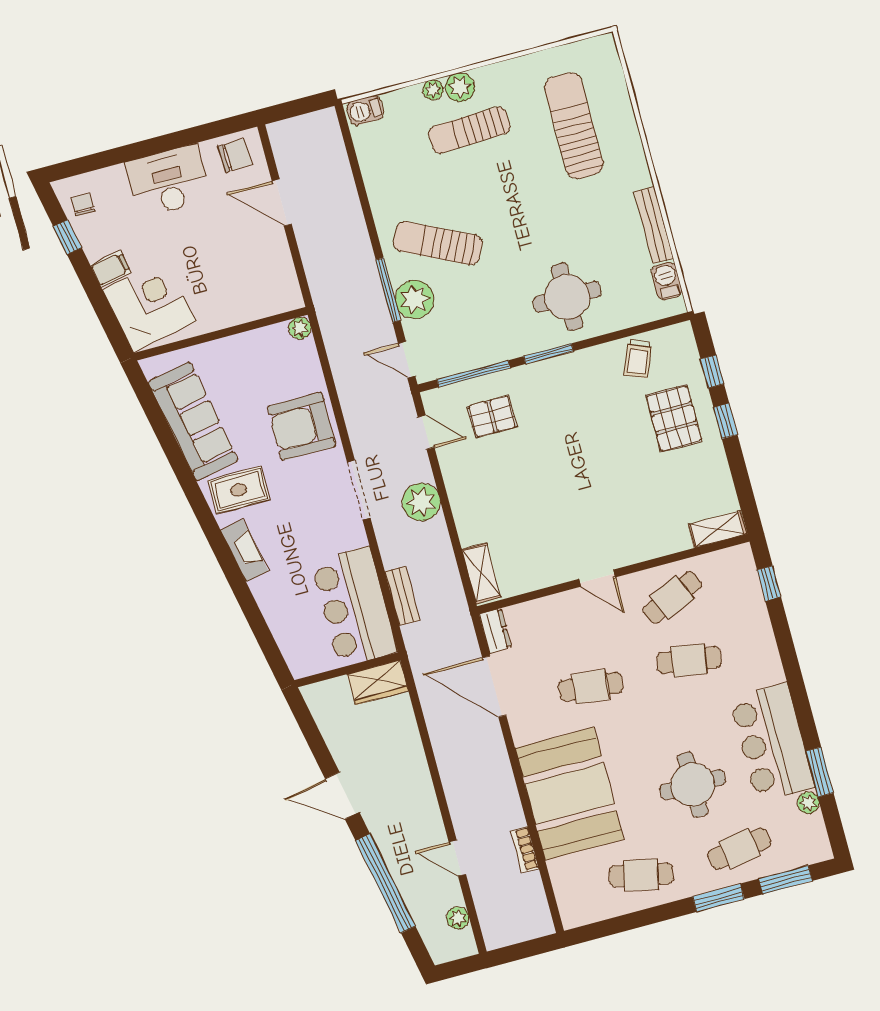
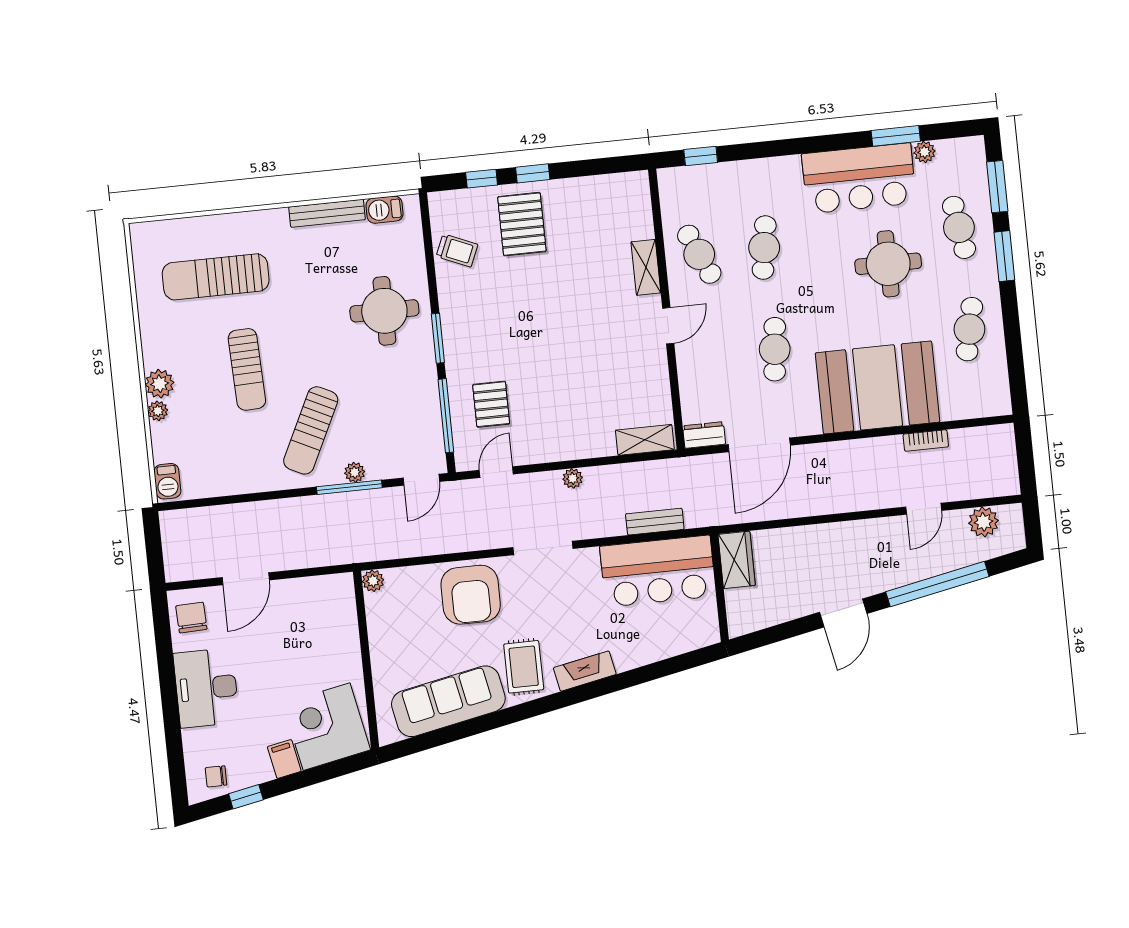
sun lounger: (469, 130) -> (247, 369), moved
plant: (415, 299) -> (355, 472), width x0.53, depth x0.53
pallet: (674, 418) -> (522, 224), turned 90
plant: (421, 502) -> (573, 478), width x0.53, depth x0.53
shelving: (717, 529) -> (646, 267), moved
plant: (458, 918) -> (983, 522), width x1.38, depth x1.38

